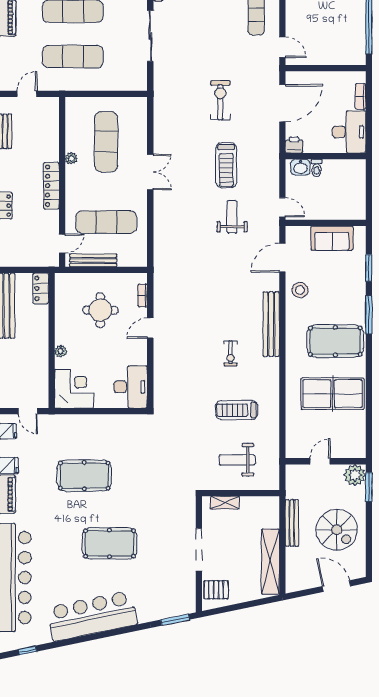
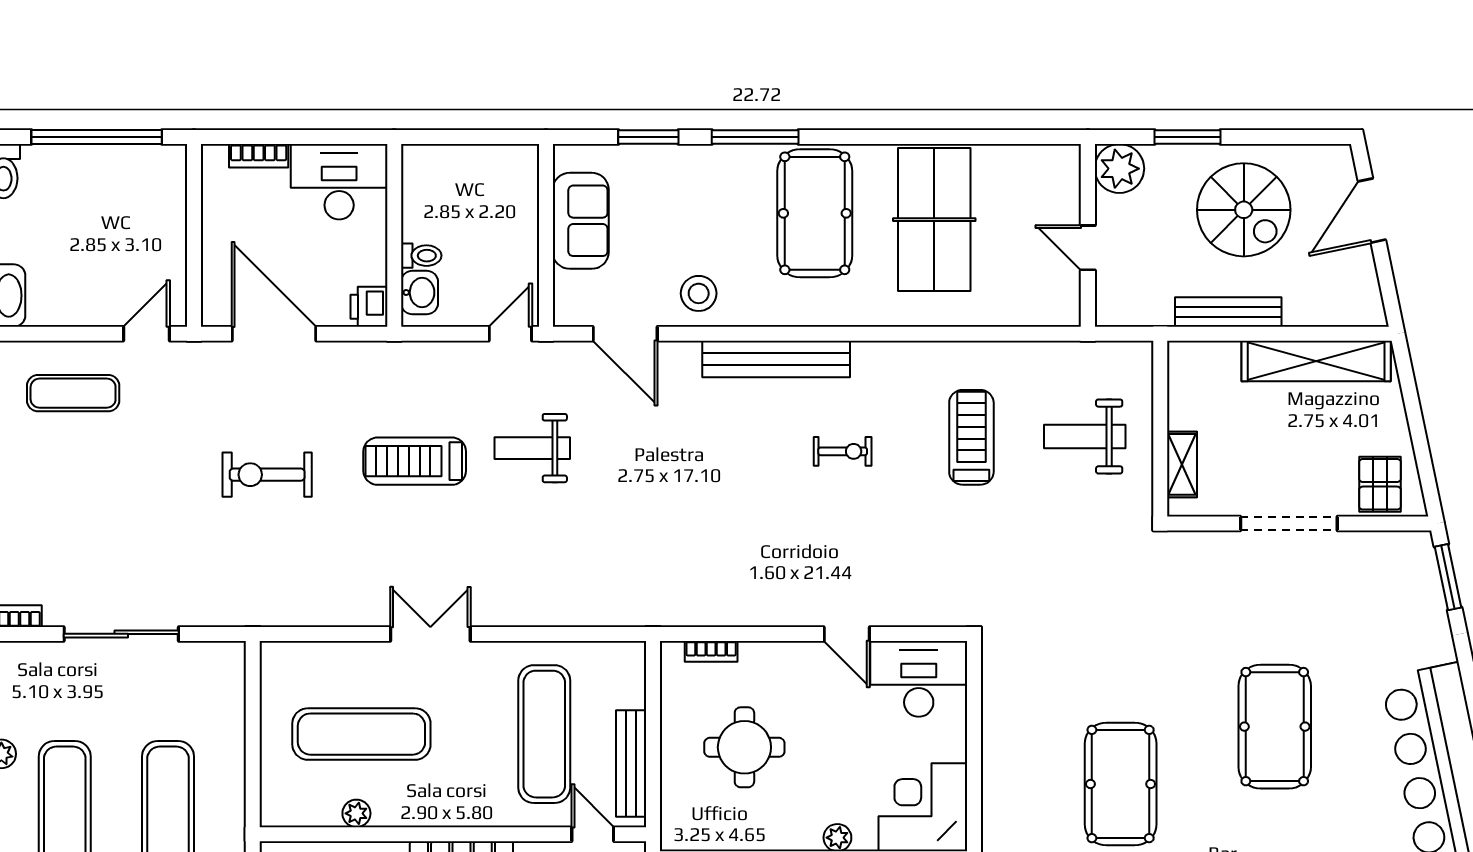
plant: (71, 158) -> (356, 813), moved
treadmill: (226, 165) -> (415, 461), turned 180
door: (150, 328) -> (847, 634), moved
treadmill: (237, 410) -> (971, 437), turned 180
weight bench: (237, 460) -> (1085, 436), turned 90
window: (369, 487) -> (1187, 137), moved
spiral stairs: (337, 530) -> (1244, 210), turned 90

